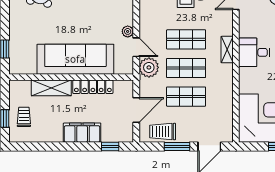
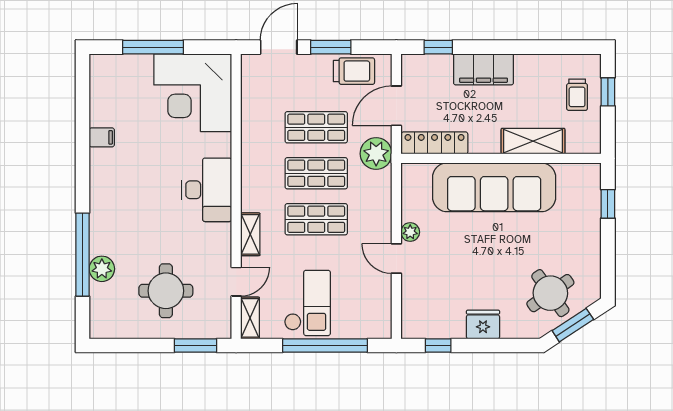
door: (136, 47) -> (396, 259), moved
shelving: (227, 50) -> (250, 234), moved
desk: (254, 52) -> (207, 190), width x1.37
plant: (149, 67) -> (376, 154), moved
locker: (93, 87) -> (435, 143), moved

